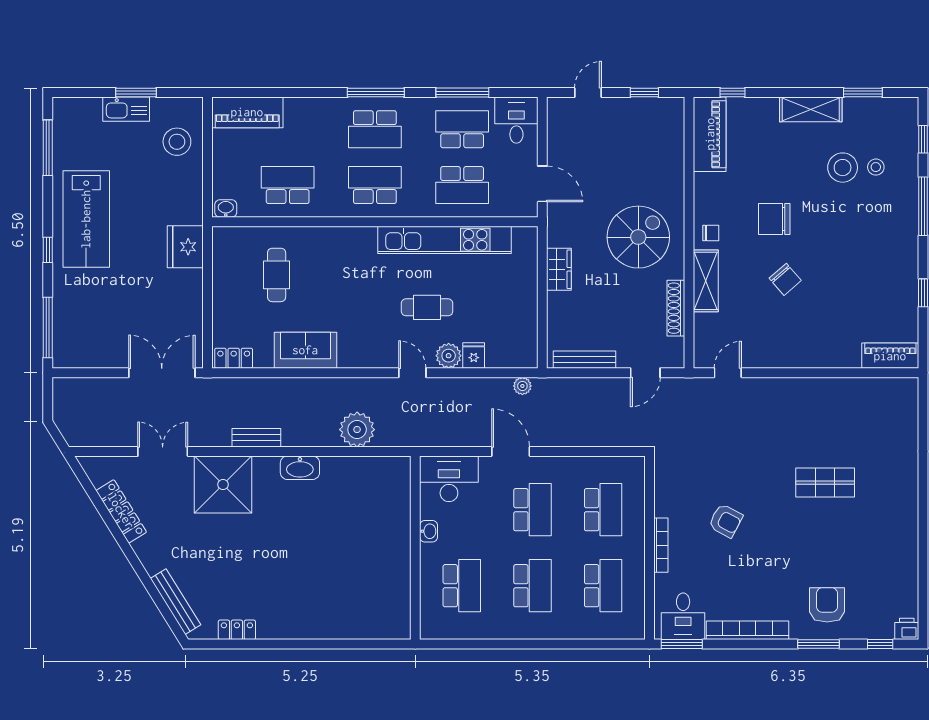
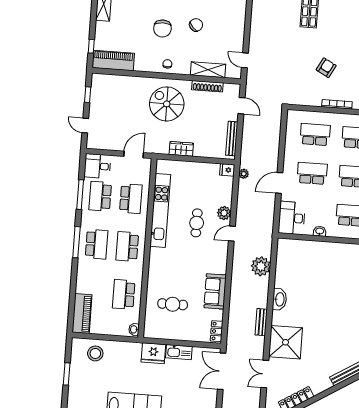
kitchen sink: (126, 109) -> (179, 352), moved, turned 90
shelving: (706, 281) -> (208, 70), moved
fridge: (474, 355) -> (227, 170), moved

